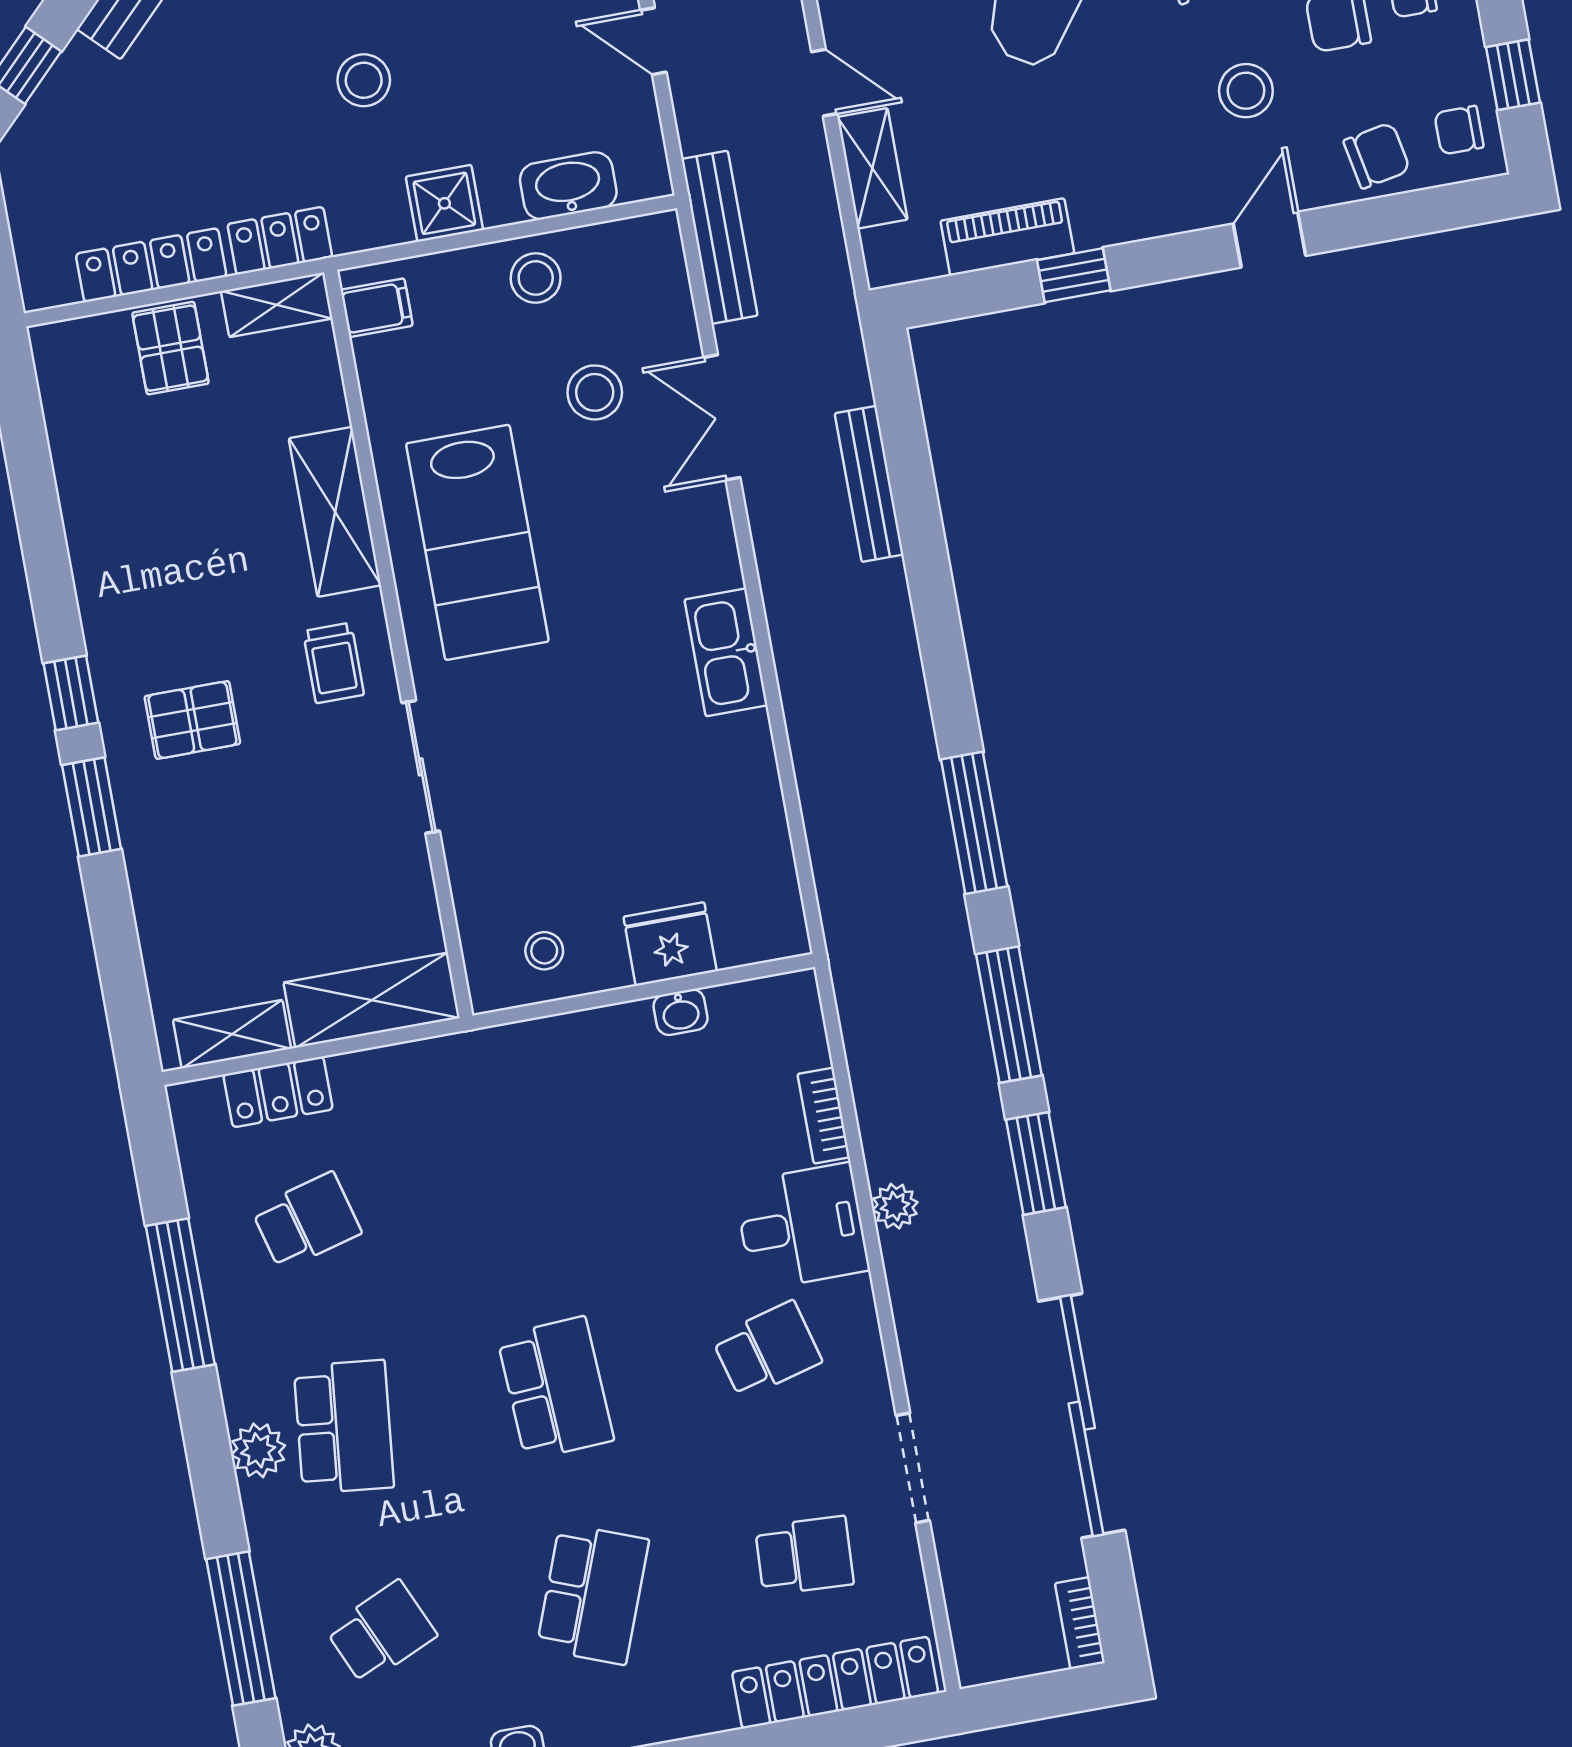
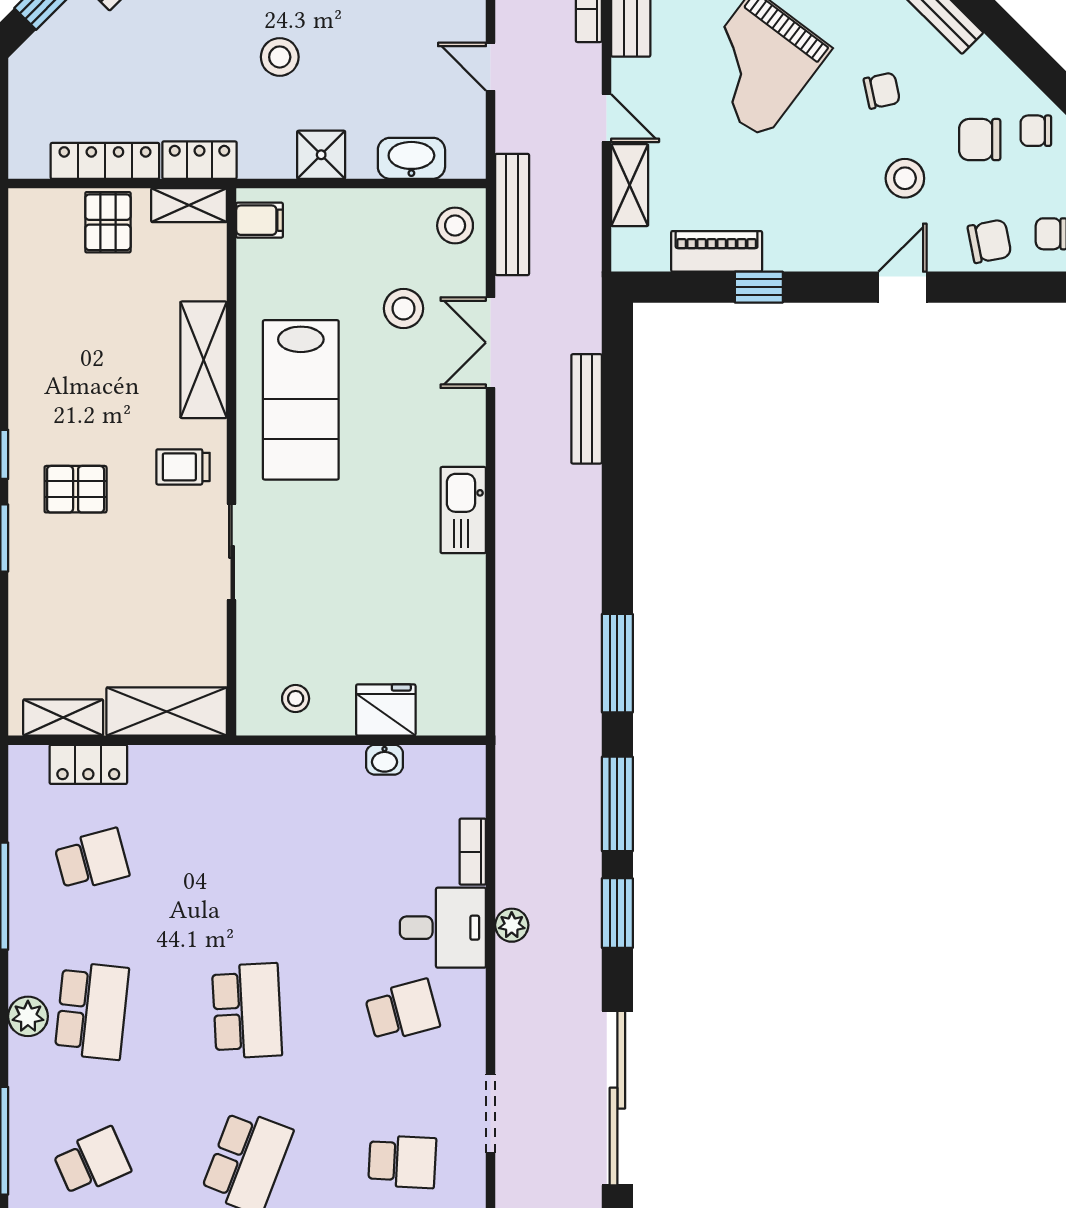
stool: (536, 278) -> (455, 226), moved
trolley: (333, 663) -> (183, 467), turned 90

